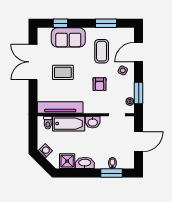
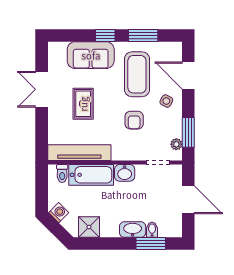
window: (60, 23) -> (105, 35), moved
coffee table: (102, 51) -> (137, 74), width x1.36, depth x1.32
door: (139, 52) -> (188, 75), hinge flipped
double door: (33, 62) -> (42, 89), width x0.73
rug: (63, 72) -> (83, 104), turned 90
door: (139, 142) -> (188, 200), hinge flipped
washbasin: (85, 163) -> (133, 230), moved

